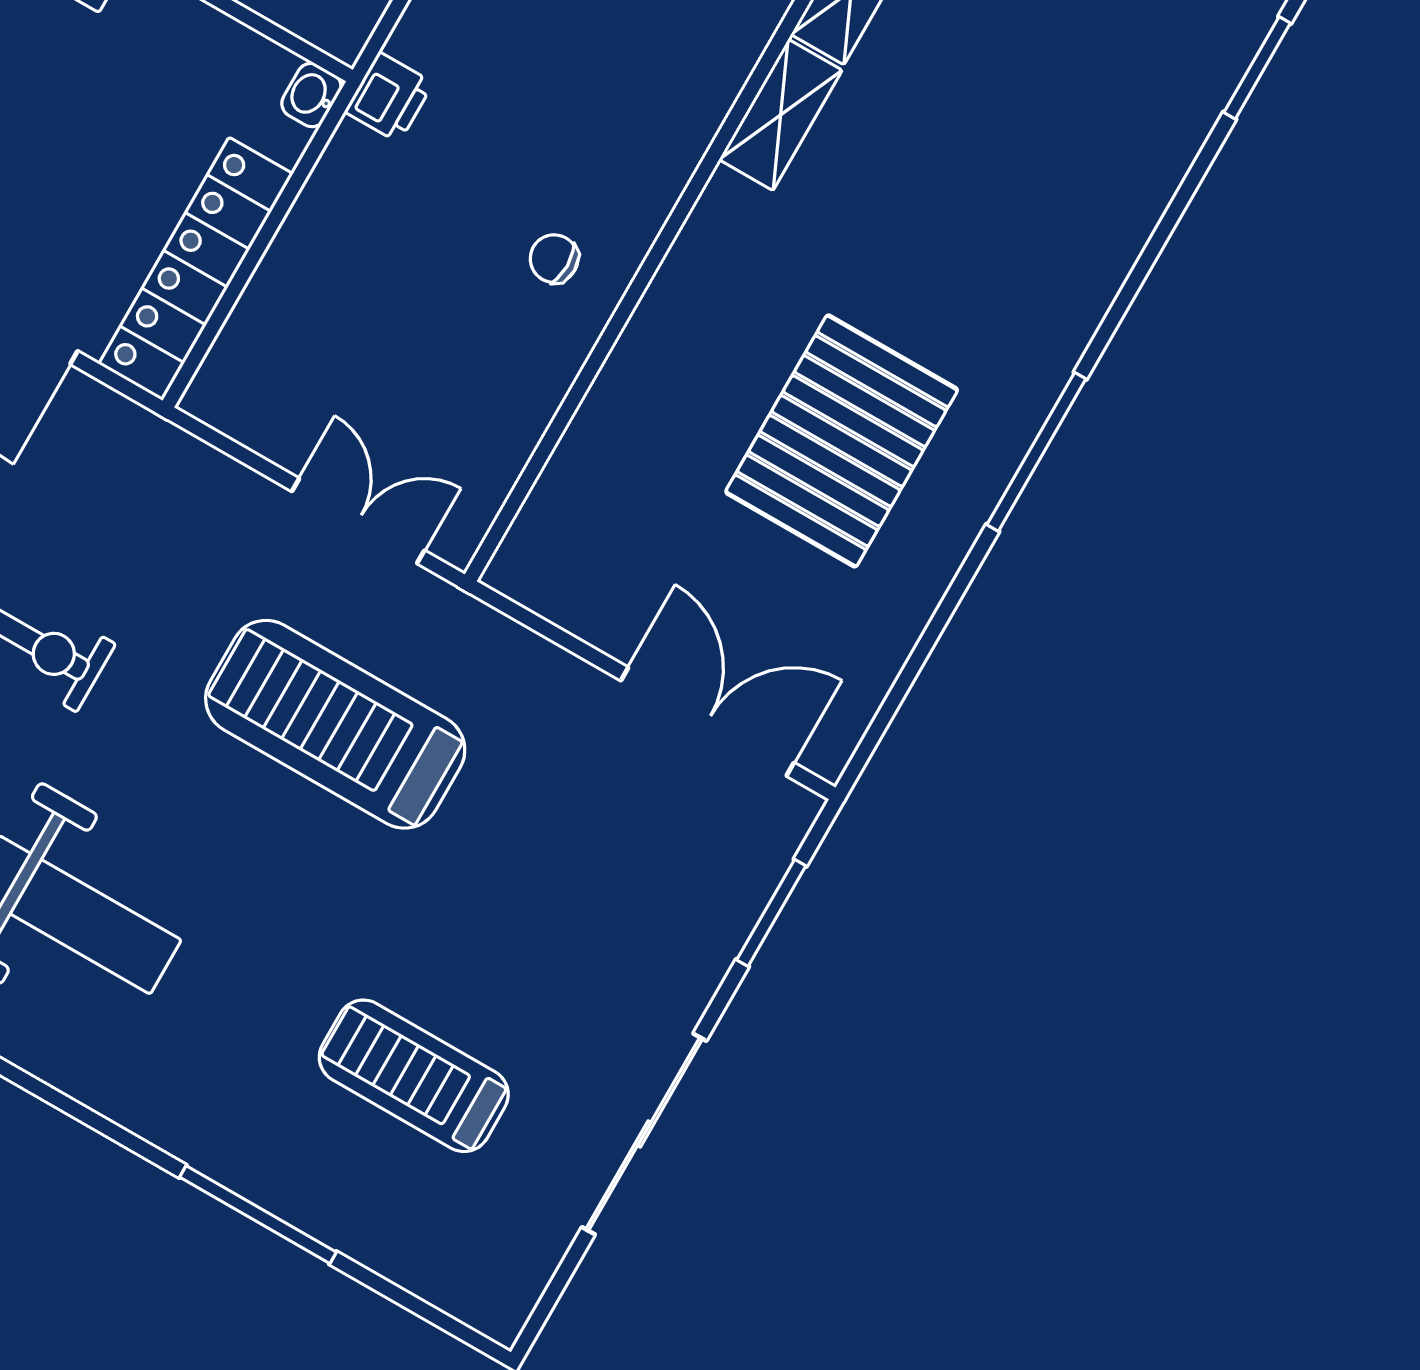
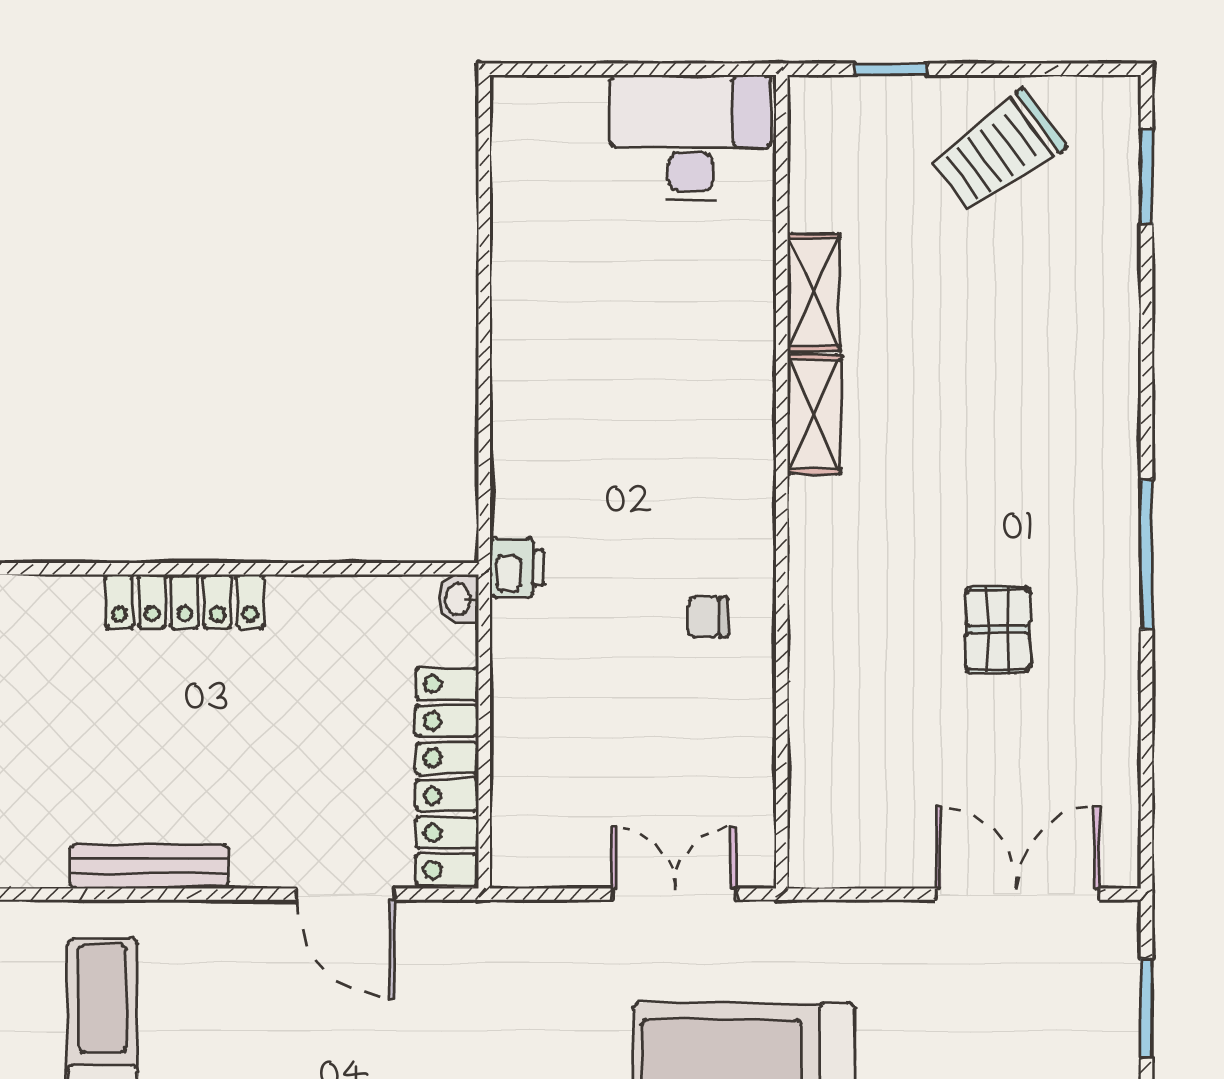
pallet: (842, 441) -> (998, 630), width x0.49, depth x0.50

